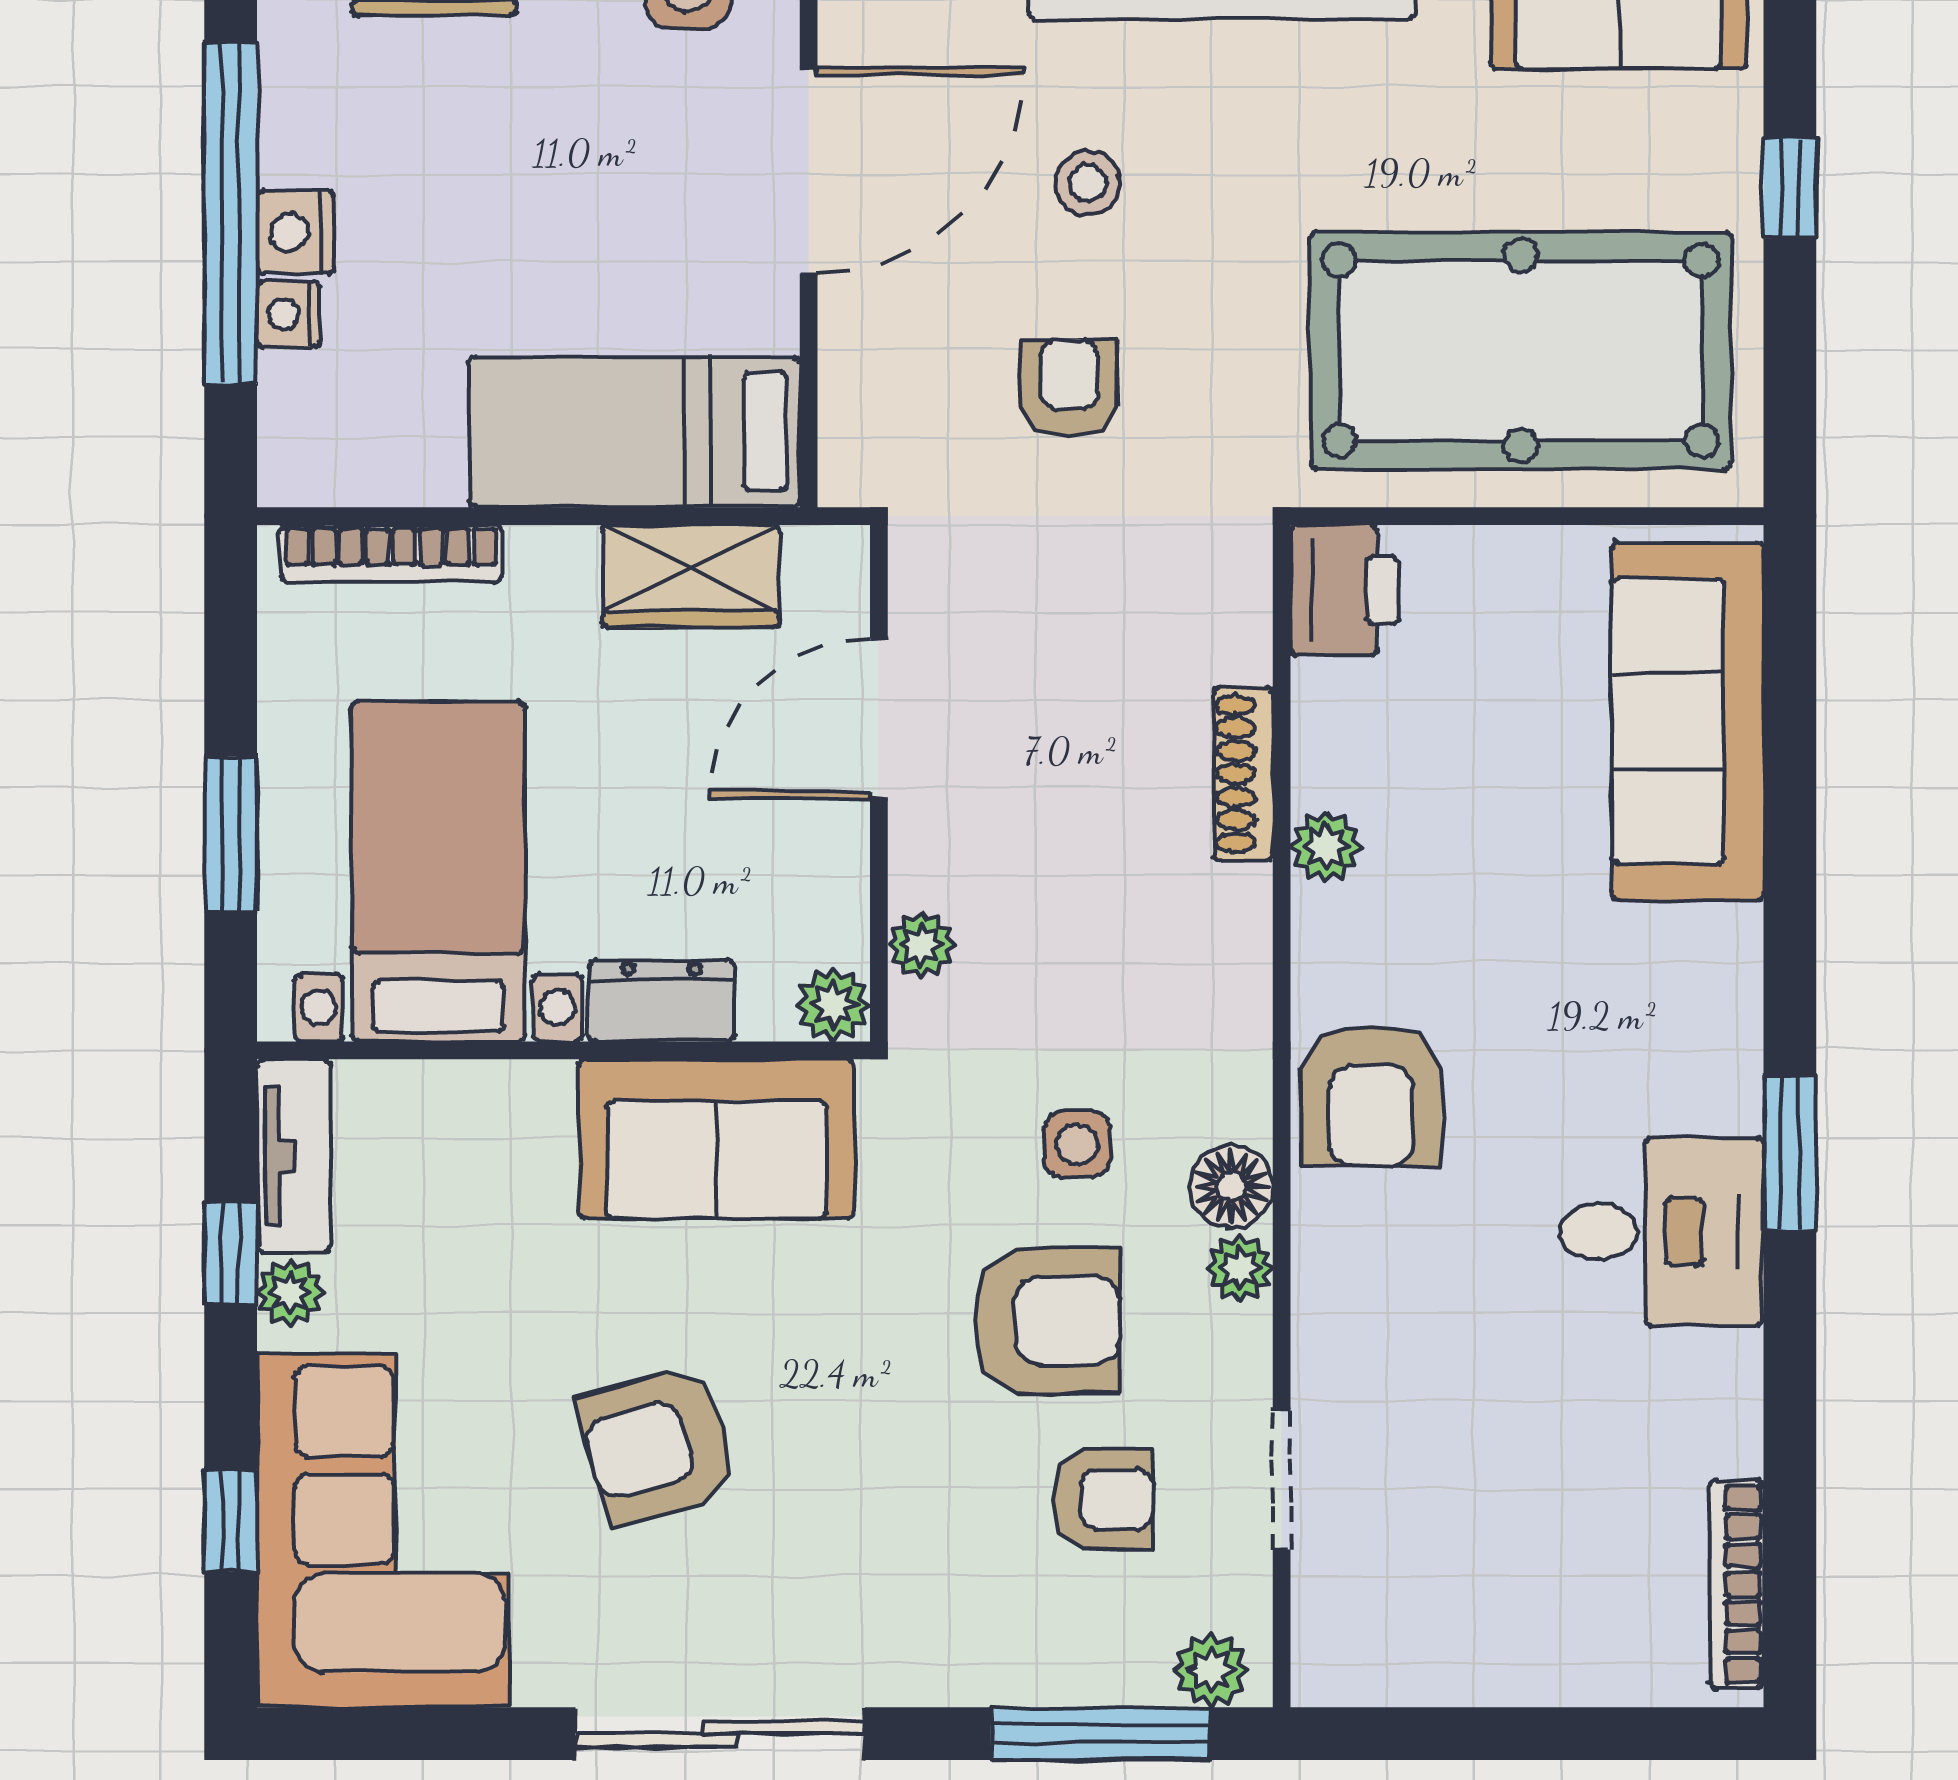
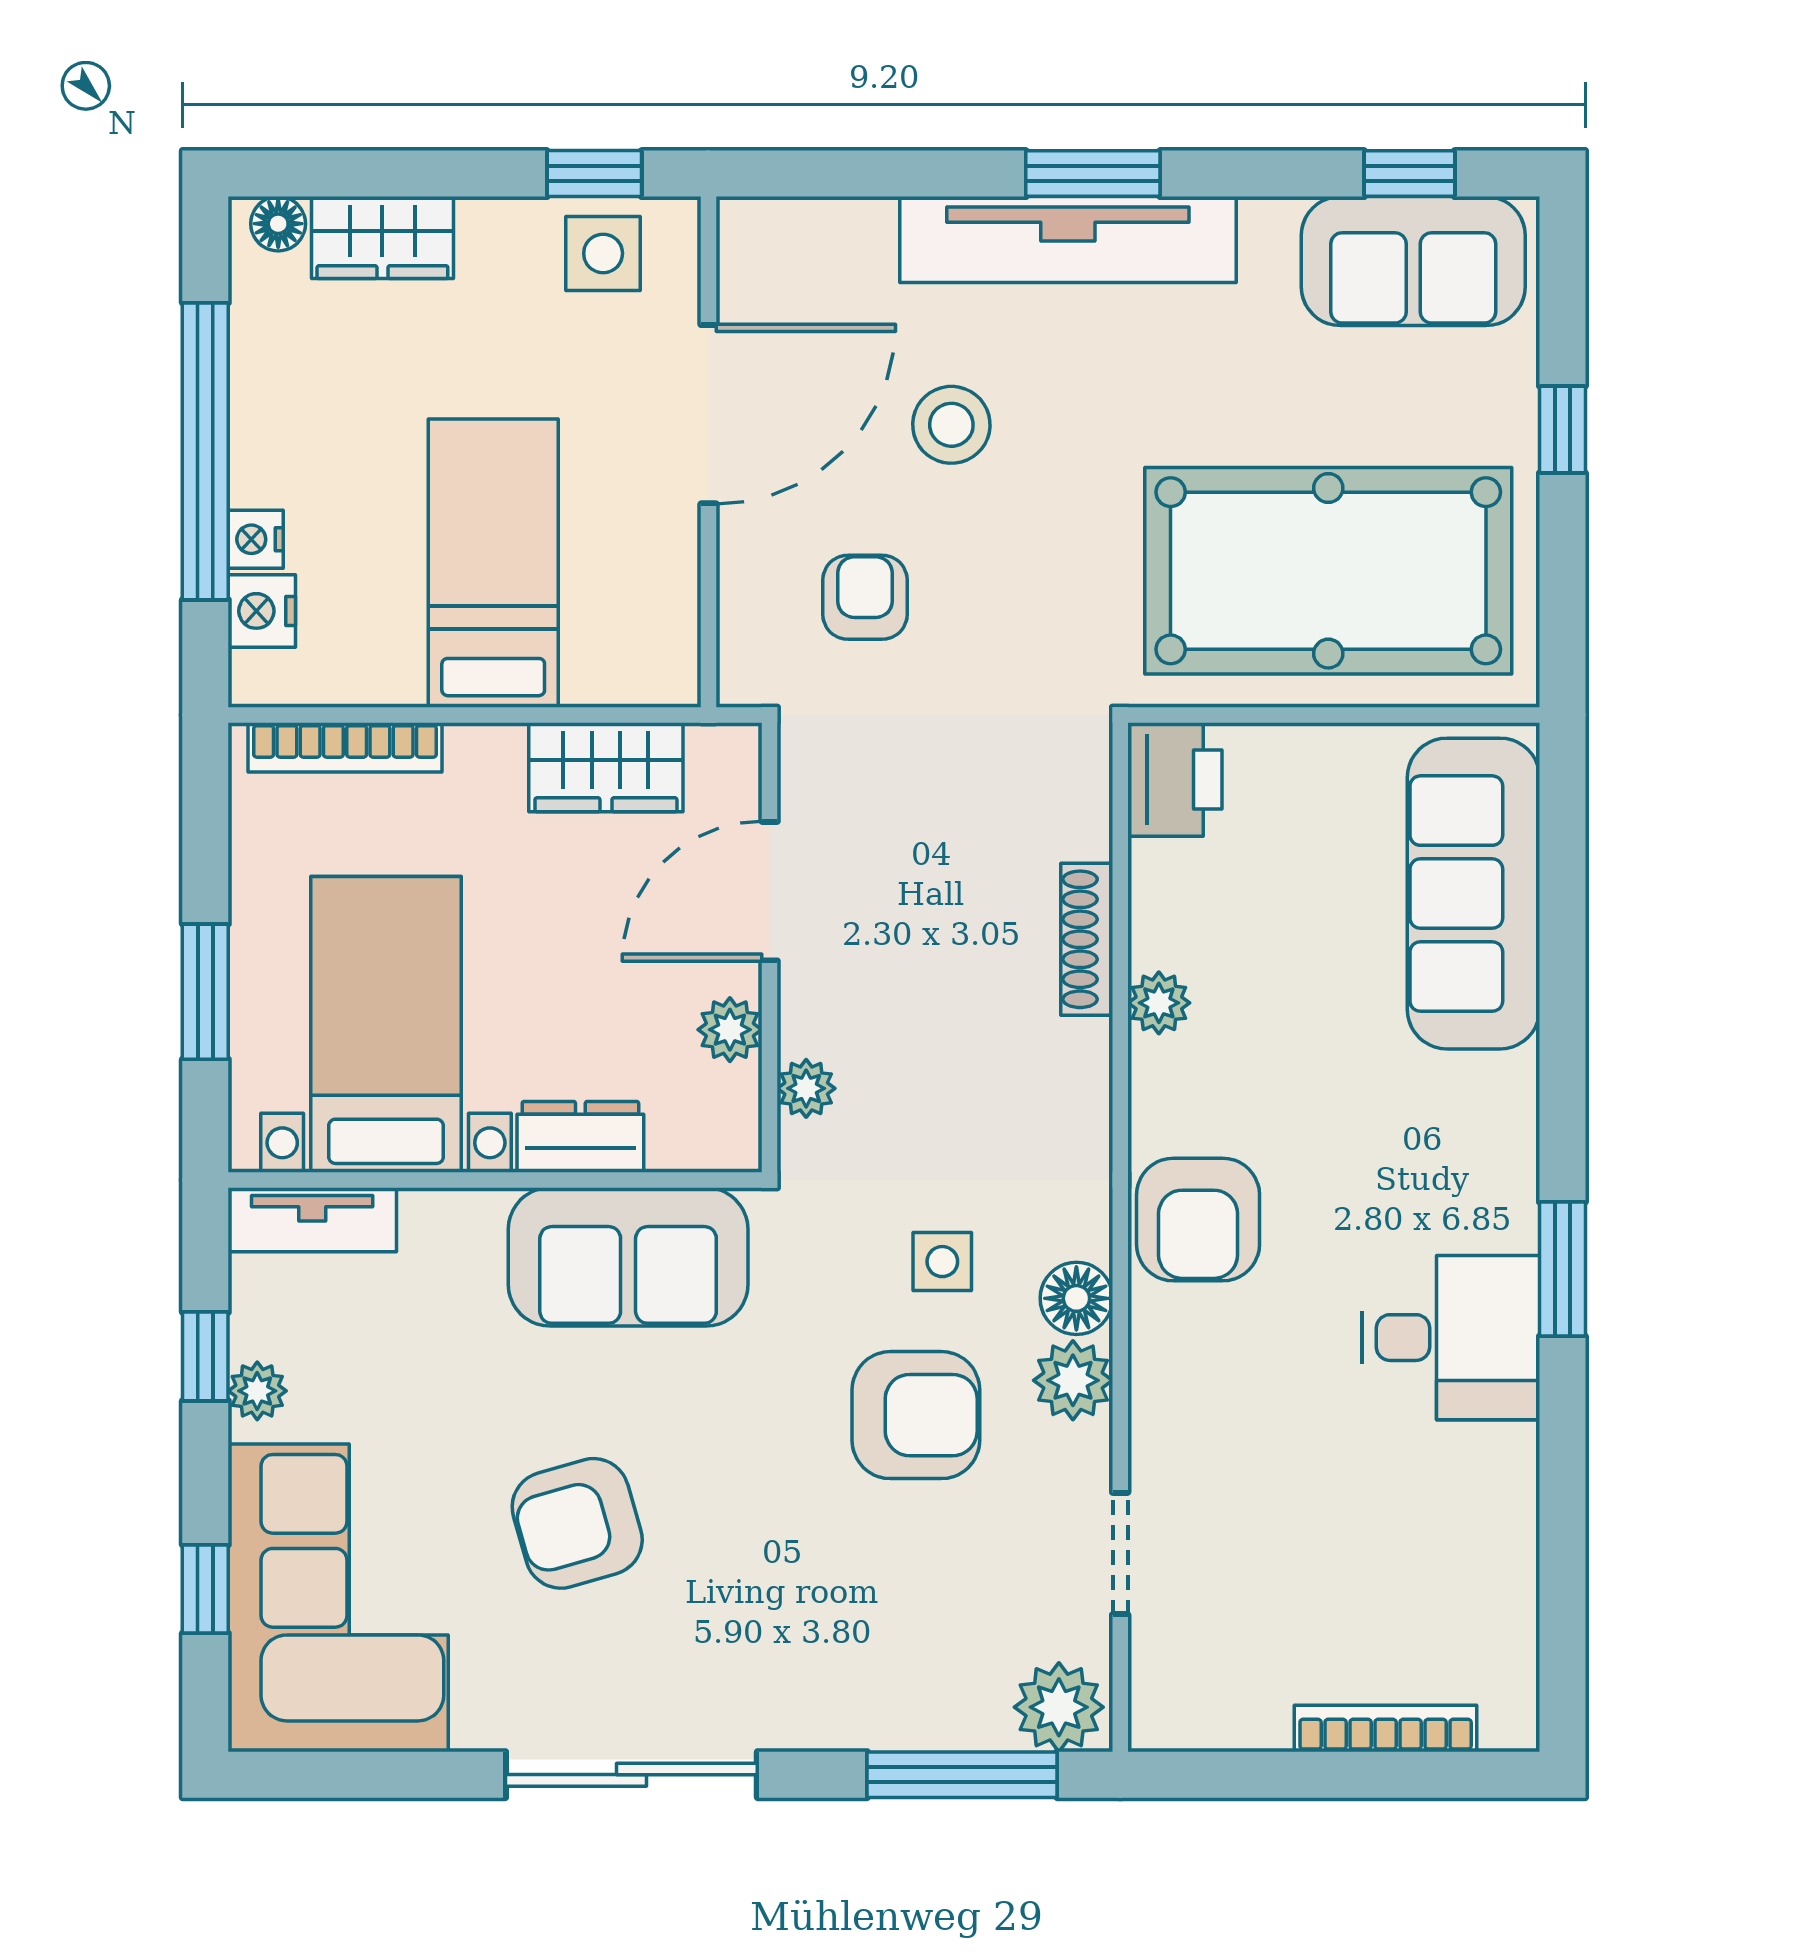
stool: (1088, 183) -> (951, 425), width x1.37, depth x1.37
nightstand: (295, 232) -> (262, 611), moved
armchair: (1069, 388) -> (865, 597), moved
bed: (634, 432) -> (493, 563), moved, turned 90
plant: (833, 1005) -> (730, 1030), moved
tv unit: (294, 1156) -> (312, 1220), moved, turned 90
plant: (1240, 1268) -> (1073, 1380), width x1.38, depth x1.38
armchair: (1103, 1500) -> (964, 1571), removed
bookcase: (1737, 1584) -> (1386, 1729), moved, turned 90
plant: (1211, 1670) -> (1059, 1707), width x1.38, depth x1.38

